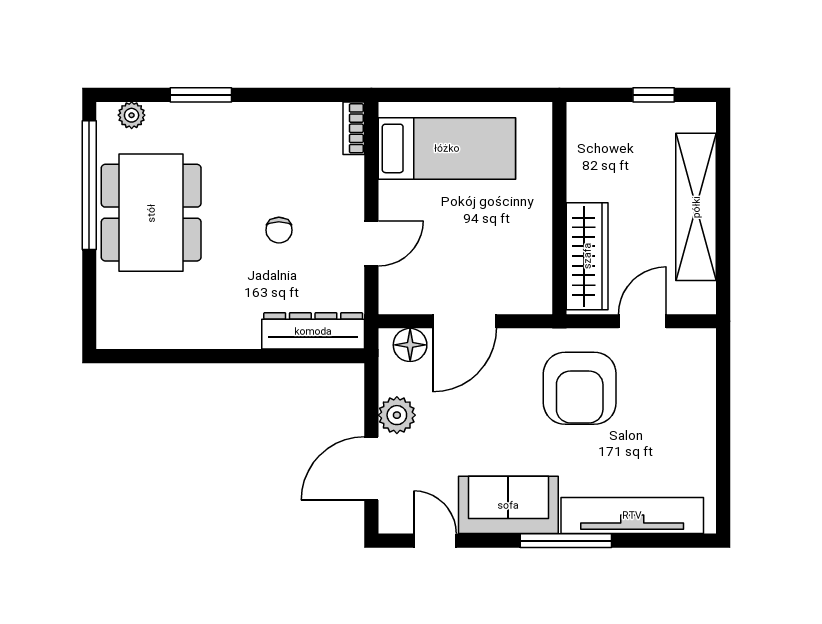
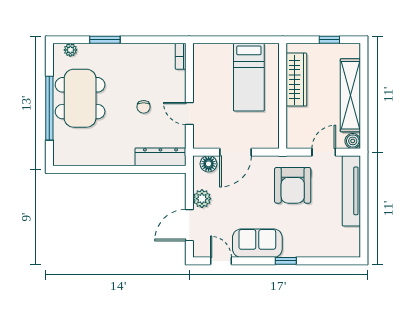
bed: (447, 148) -> (249, 77), moved, turned 90
window: (89, 185) -> (49, 108), moved
door: (371, 243) -> (189, 113), swing flipped
wardrobe: (587, 256) -> (296, 80), moved
boiler: (701, 299) -> (353, 141), added
tv unit: (632, 515) -> (351, 191), moved, turned -90
window: (566, 541) -> (286, 261), width x0.46

